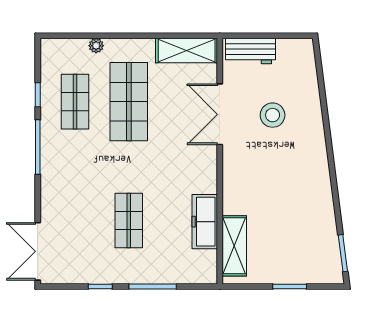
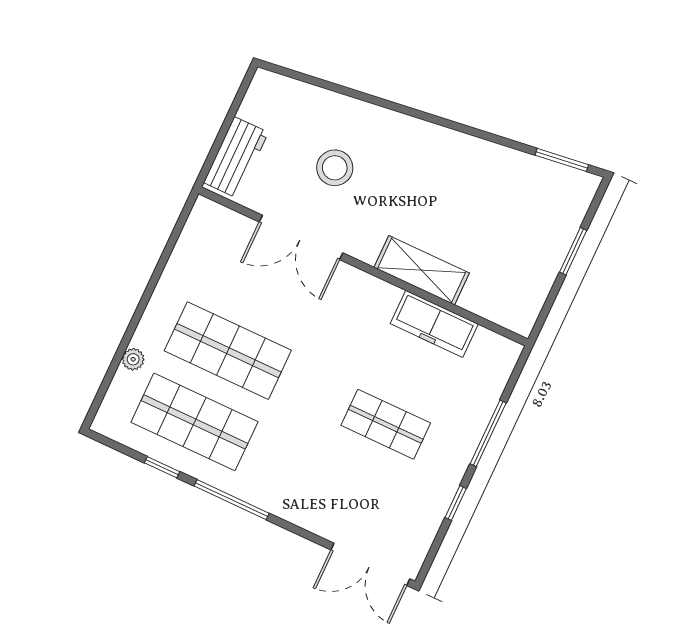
shelving: (187, 50) -> (196, 242), removed
shop shelf: (75, 102) -> (194, 422), width x1.43, depth x1.36
shelving: (234, 246) -> (422, 270), moved

